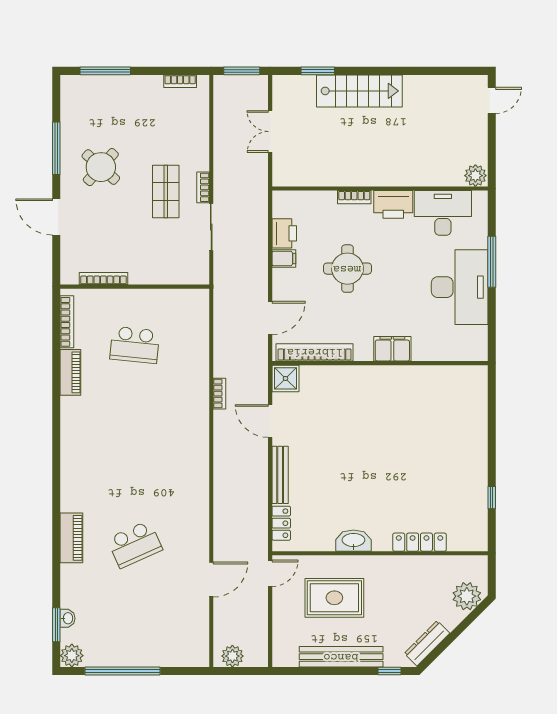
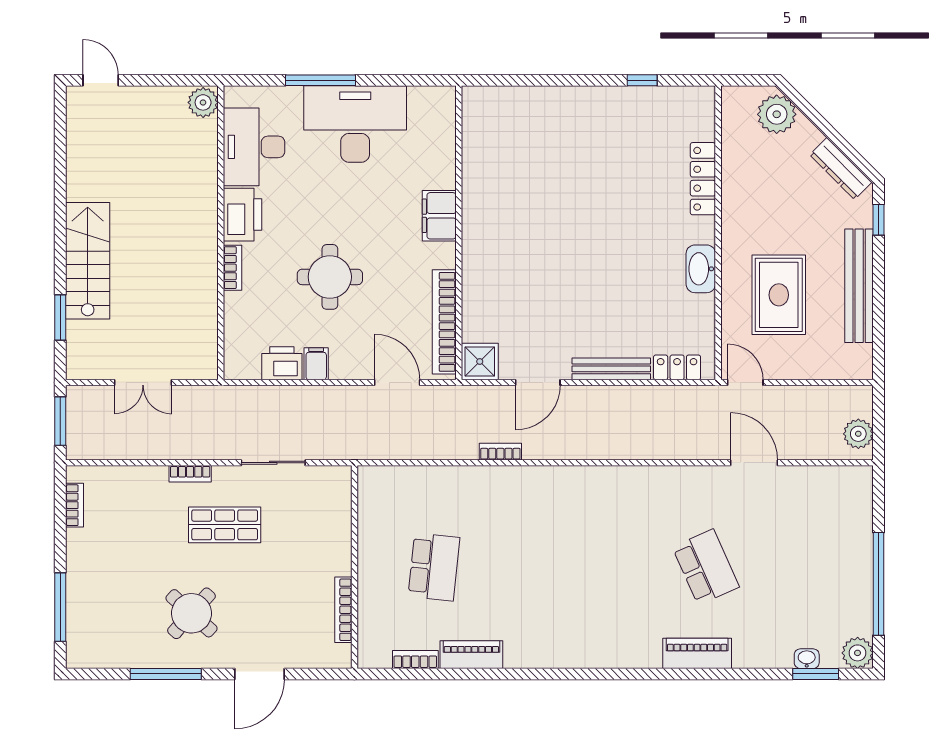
bookcase: (203, 187) -> (190, 474), moved
bookcase: (67, 322) -> (415, 660), width x0.64

